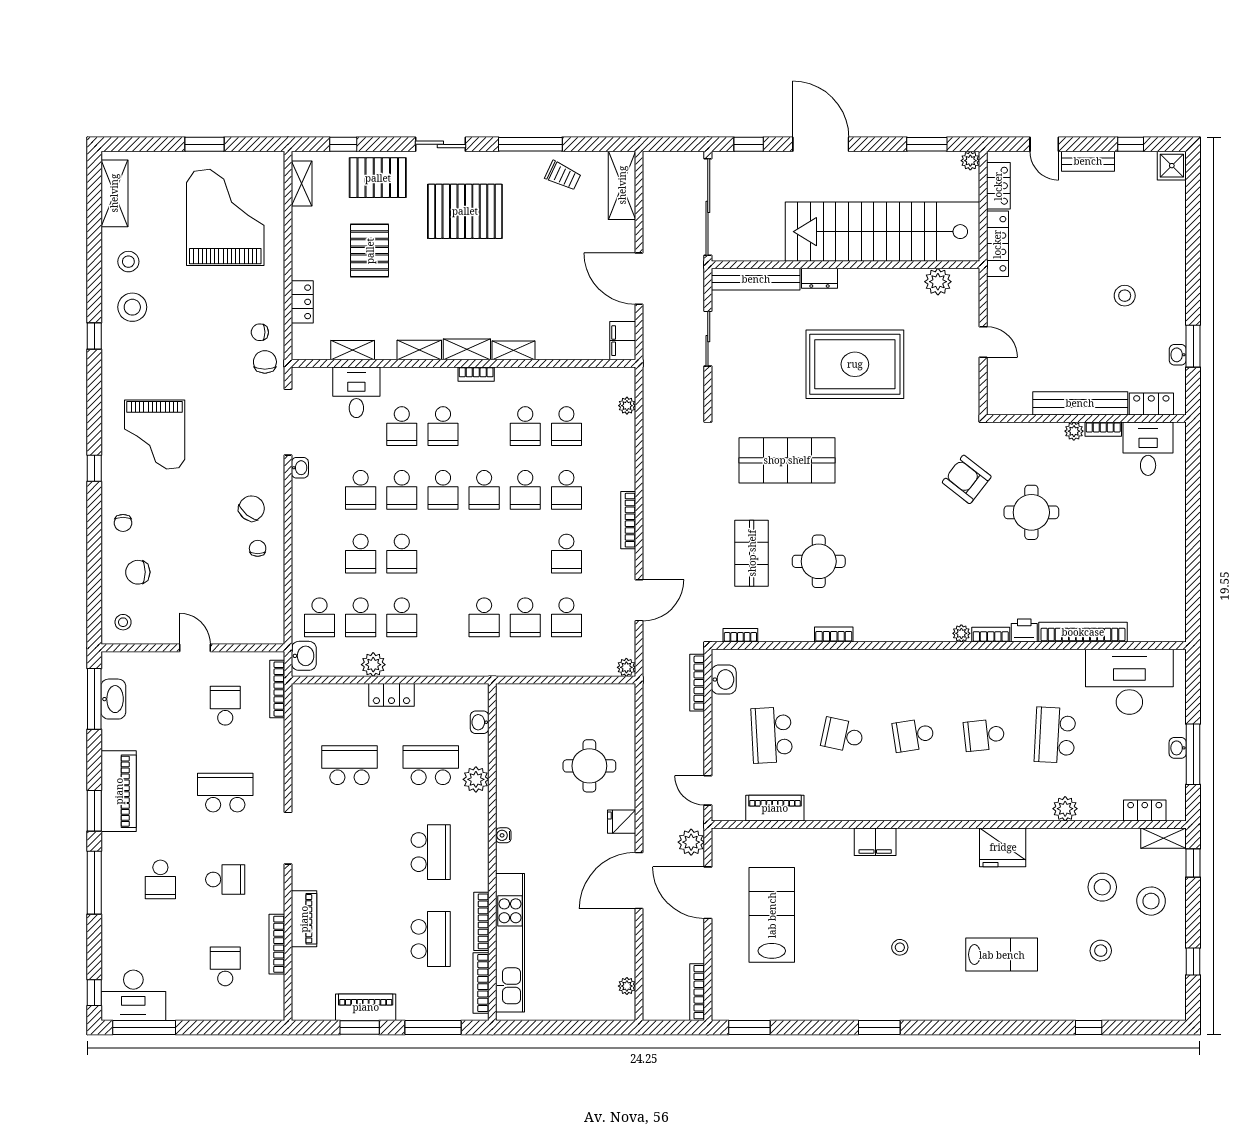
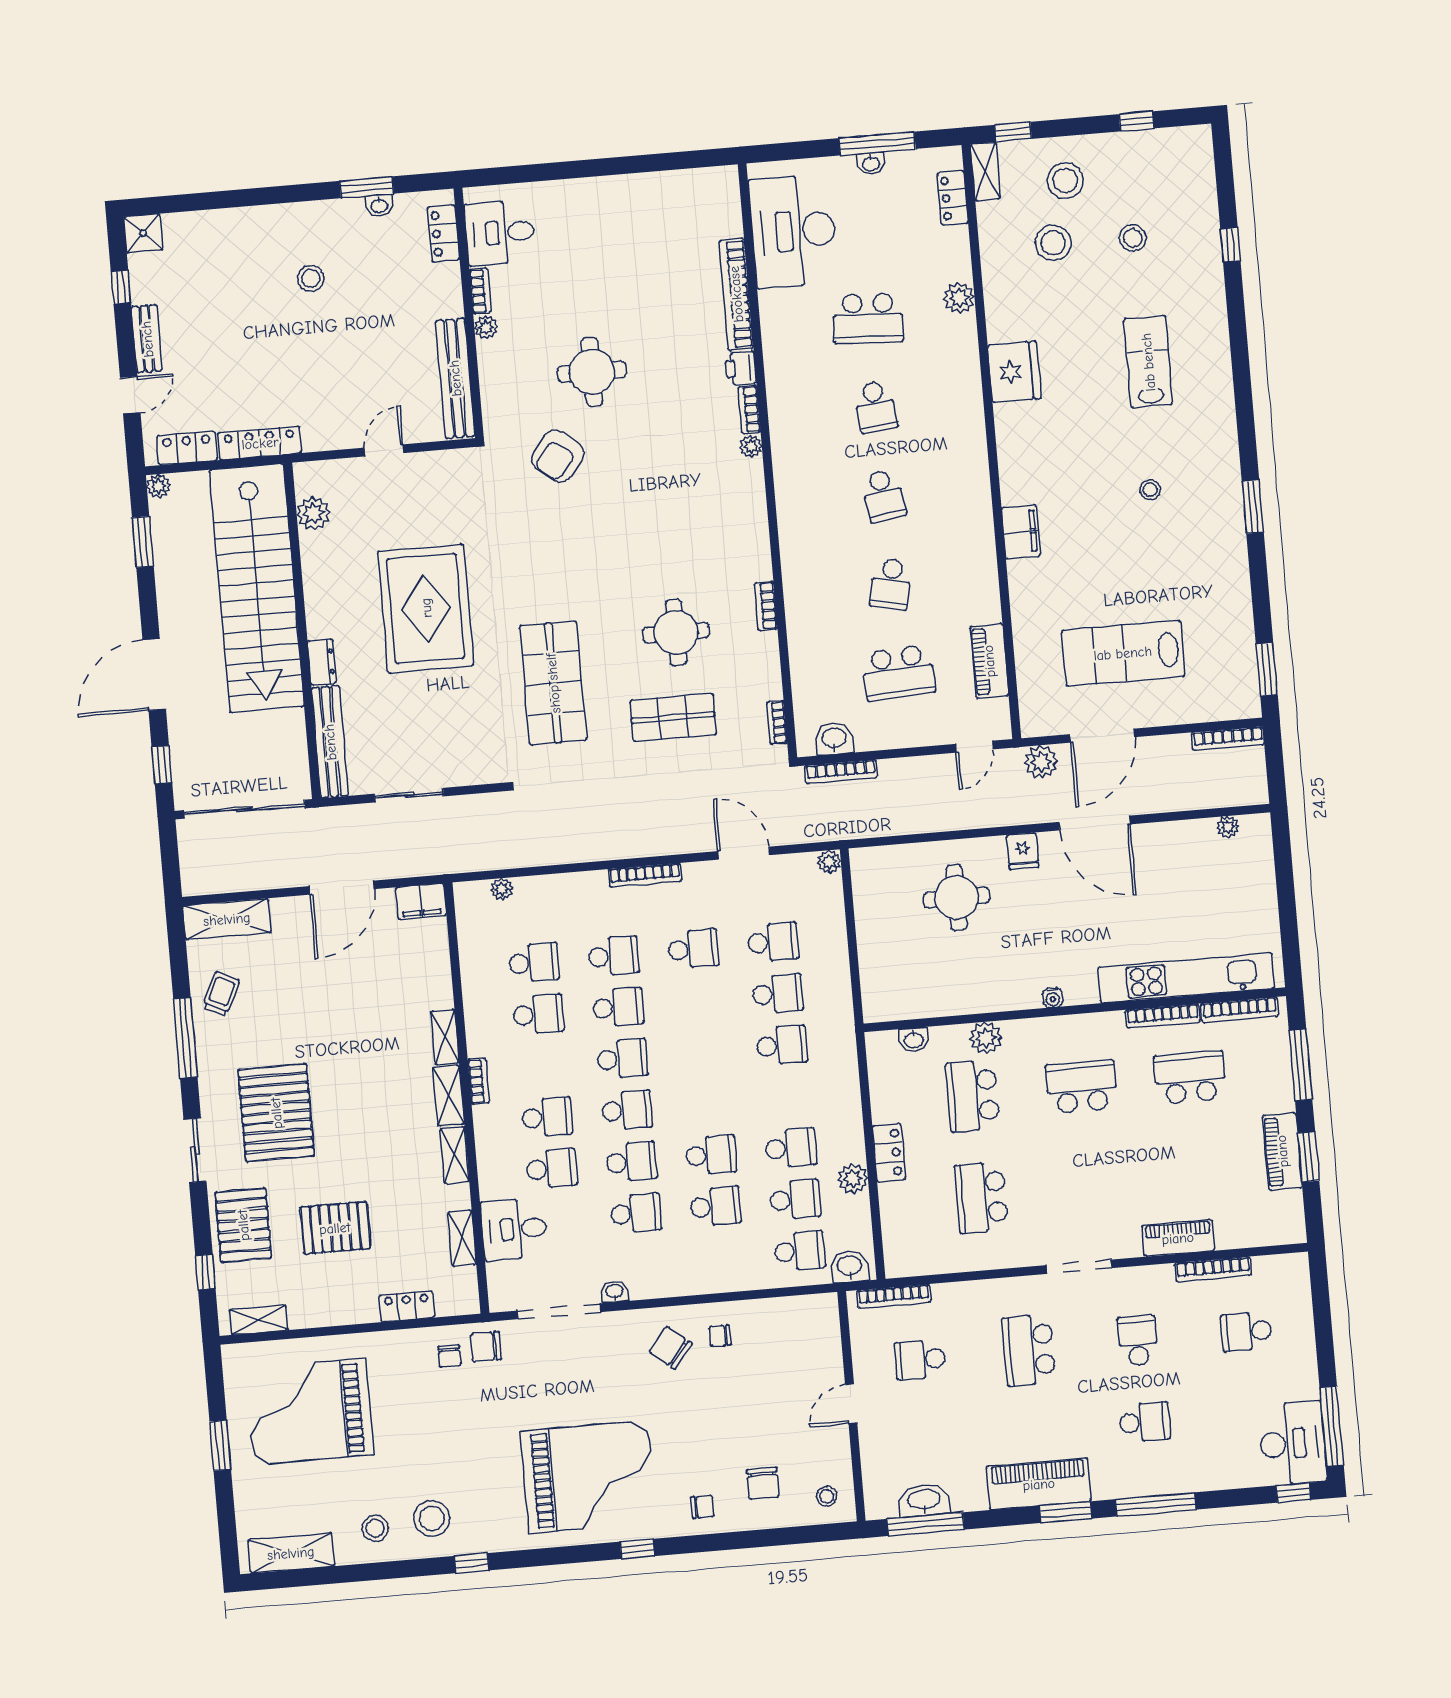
bench: (1080, 403) -> (455, 378), moved
grand piano: (155, 435) -> (589, 1477), width x1.37, depth x1.48

